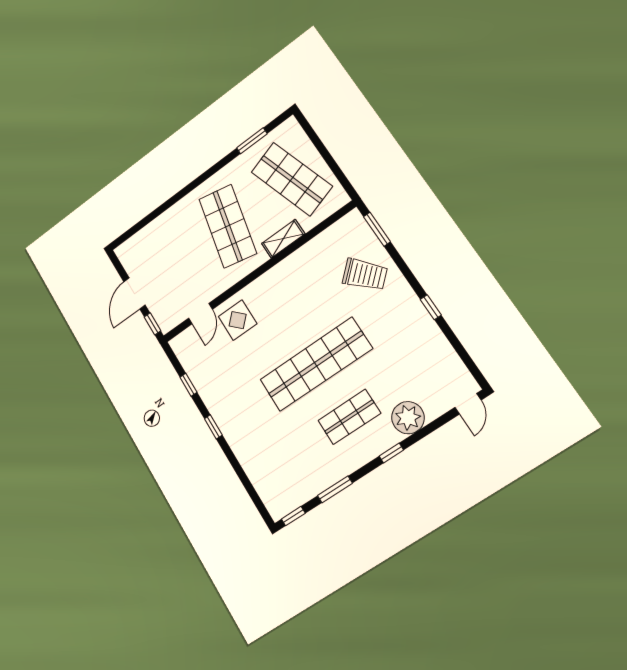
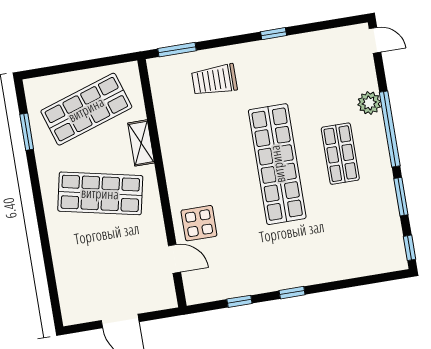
trolley: (365, 275) -> (214, 80), turned -137
window: (152, 324) -> (161, 314), removed
plant: (408, 418) -> (369, 103), width x0.73, depth x0.73
window: (391, 453) -> (390, 129), width x3.17

